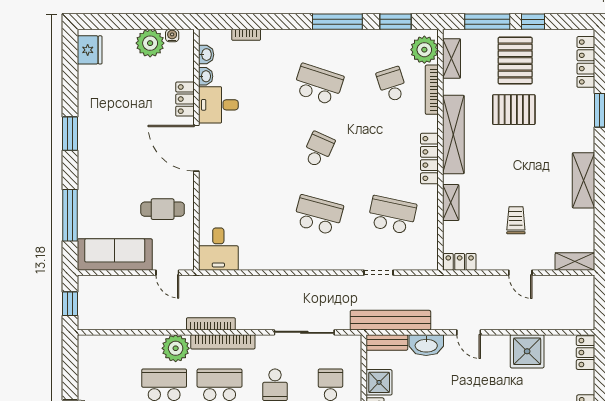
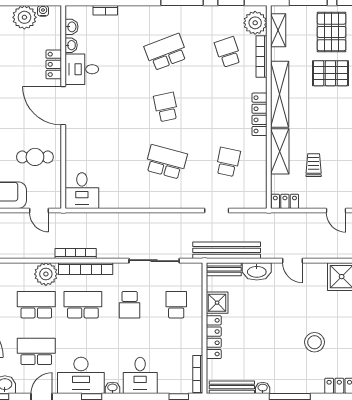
school desk: (318, 84) -> (166, 52), turned -39
school desk: (318, 150) -> (166, 107), turned -36
shelving: (451, 203) -> (280, 151), width x1.50, depth x1.33
school desk: (392, 215) -> (228, 162), width x0.54
trolley: (516, 220) -> (314, 165), moved

